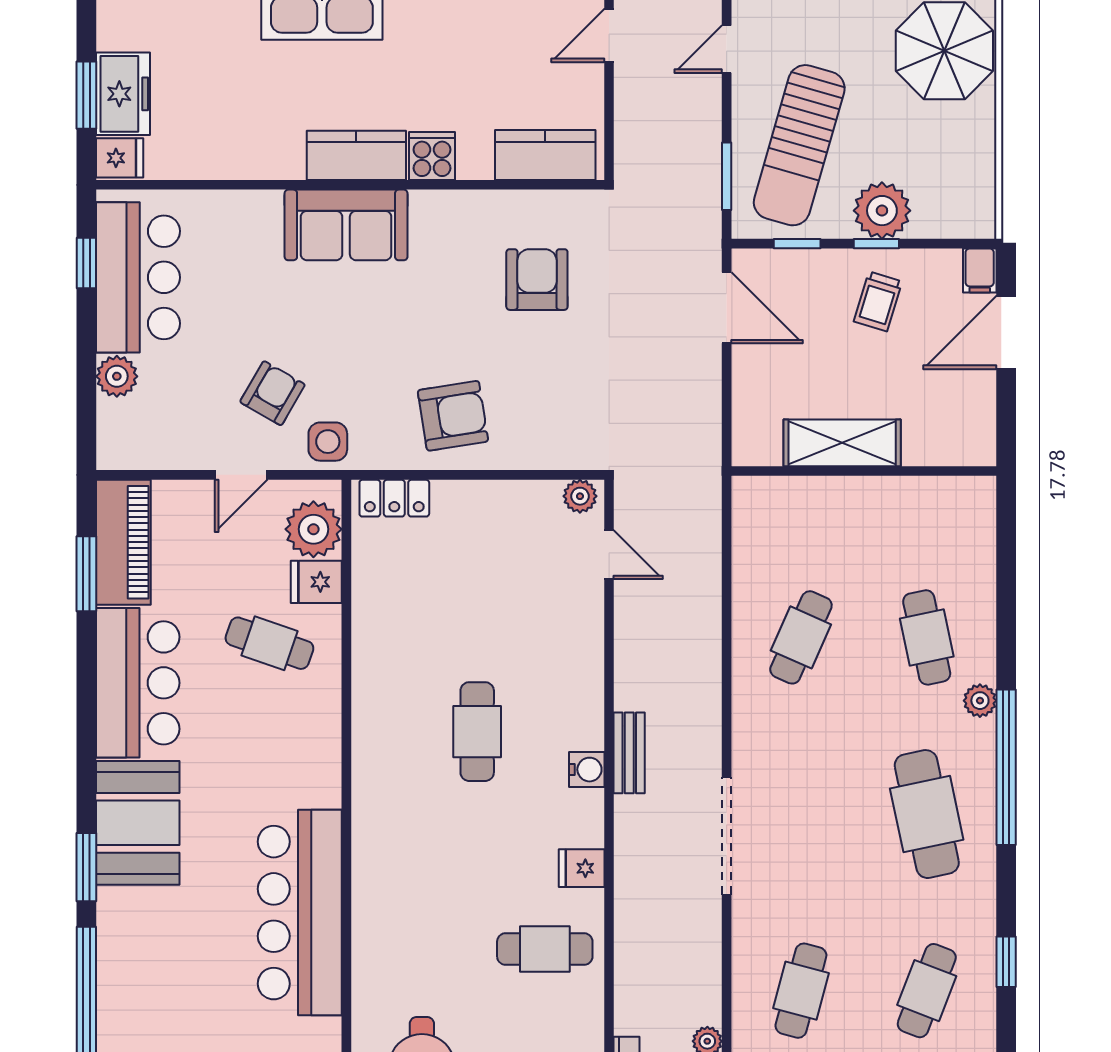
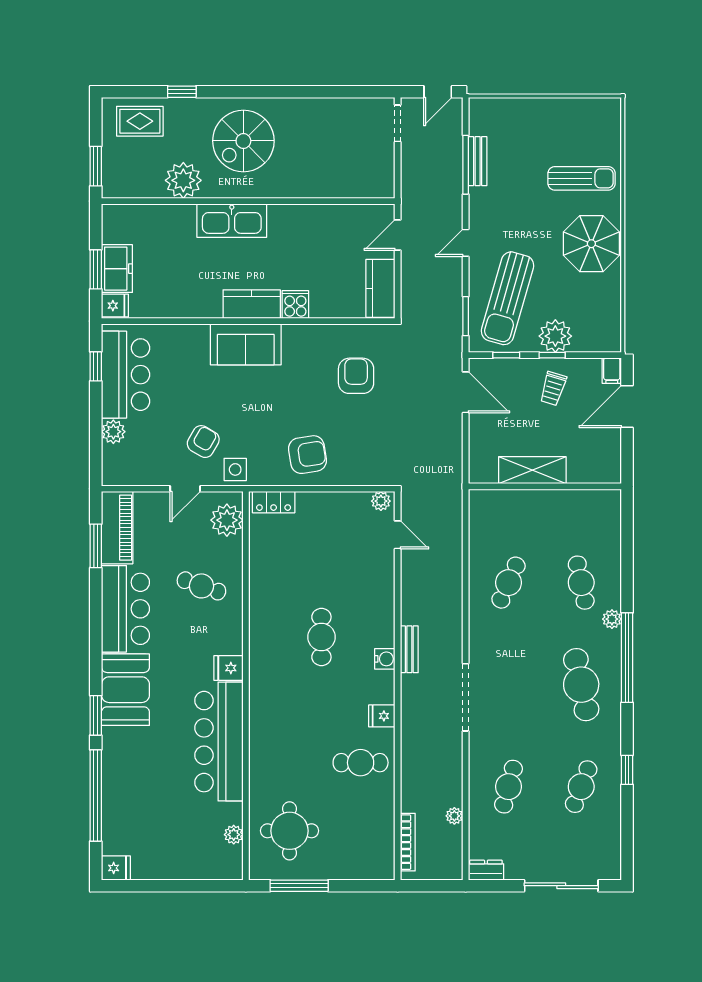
kitchen counter: (545, 155) -> (380, 288), moved, turned -90
fridge: (316, 582) -> (228, 668), moved

